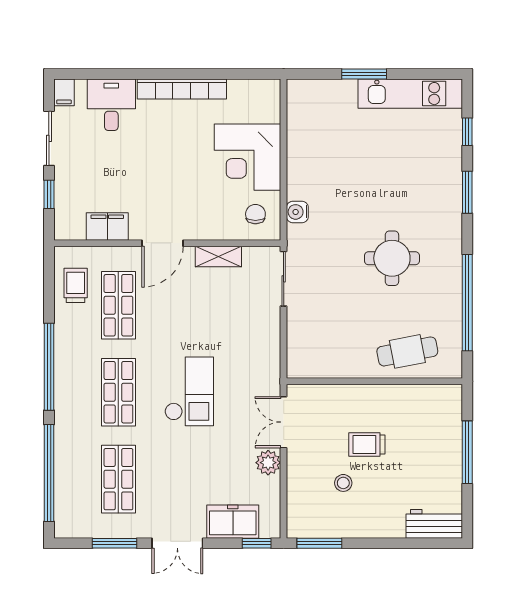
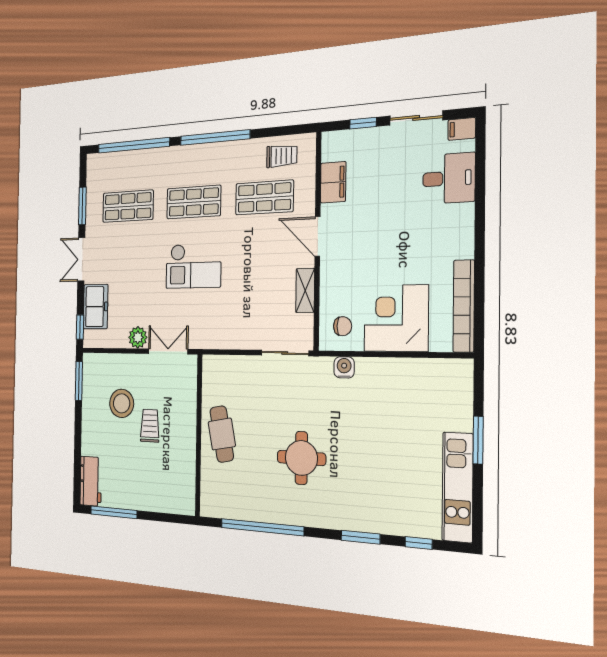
bookcase: (182, 89) -> (464, 306), moved
cafe table: (407, 351) -> (222, 434), moved
window: (467, 452) -> (114, 512), moved
stool: (343, 483) -> (122, 403), width x1.89, depth x1.89

